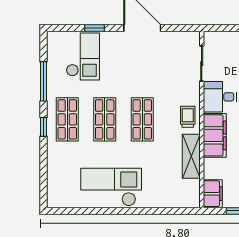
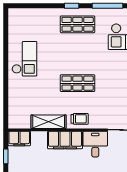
shop shelf: (105, 119) -> (78, 54), removed
checkout: (111, 187) -> (24, 59), width x0.73, depth x0.83

